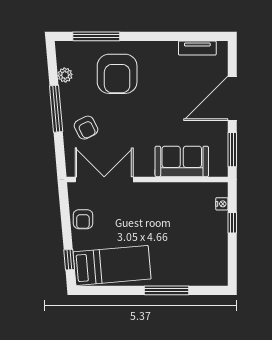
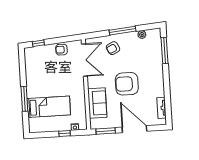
armchair: (117, 74) -> (127, 84), moved
bed: (112, 265) -> (49, 107), moved, turned -85

